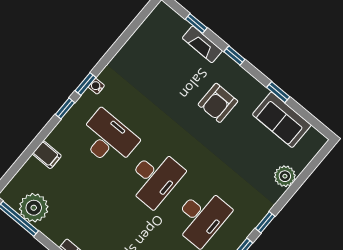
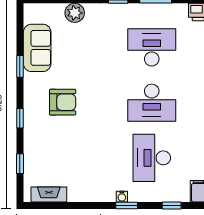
fireplace: (202, 44) -> (49, 194), moved, turned -90
window: (65, 108) -> (172, 205), moved
desk: (155, 178) -> (152, 103), turned 180

